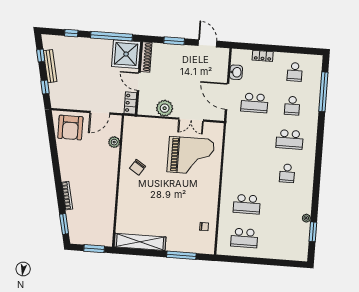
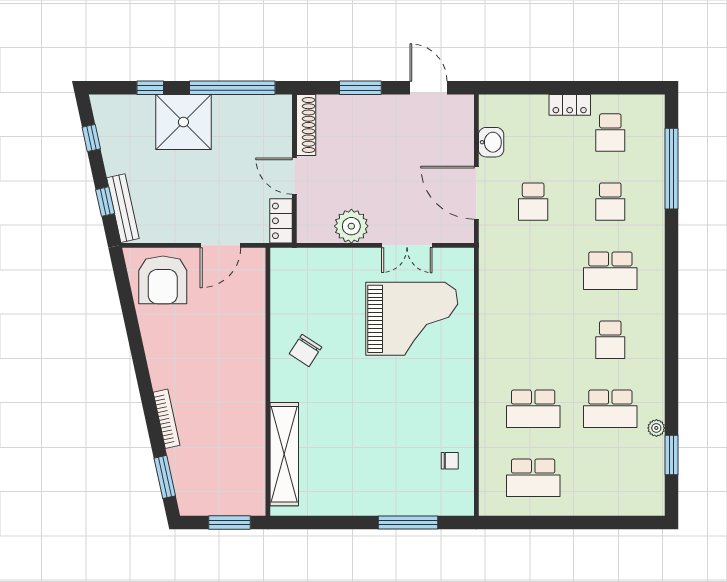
shower: (126, 54) -> (183, 122), moved
locker: (263, 56) -> (570, 105), moved
bench: (50, 66) -> (123, 208), moved
school desk: (254, 103) -> (533, 202), width x0.54
plant: (114, 142) -> (254, 303), removed
school desk: (285, 207) -> (610, 409), added
shelving: (140, 242) -> (284, 454), moved, turned 90

